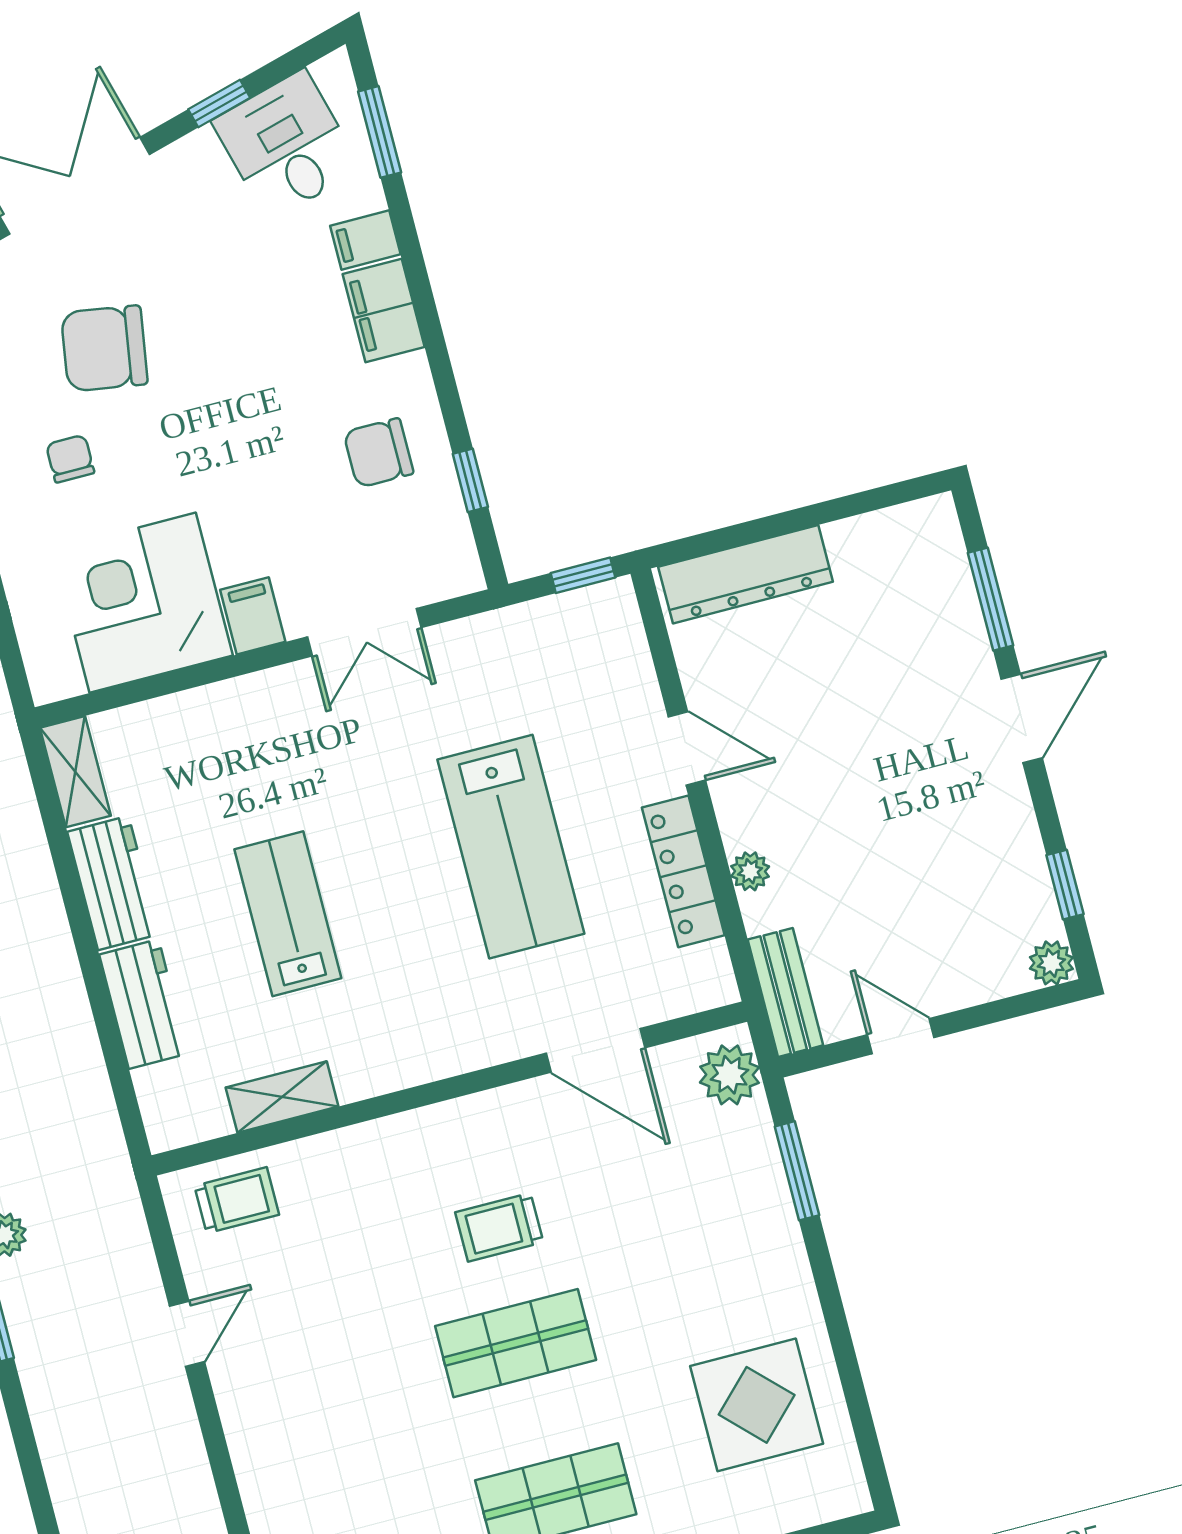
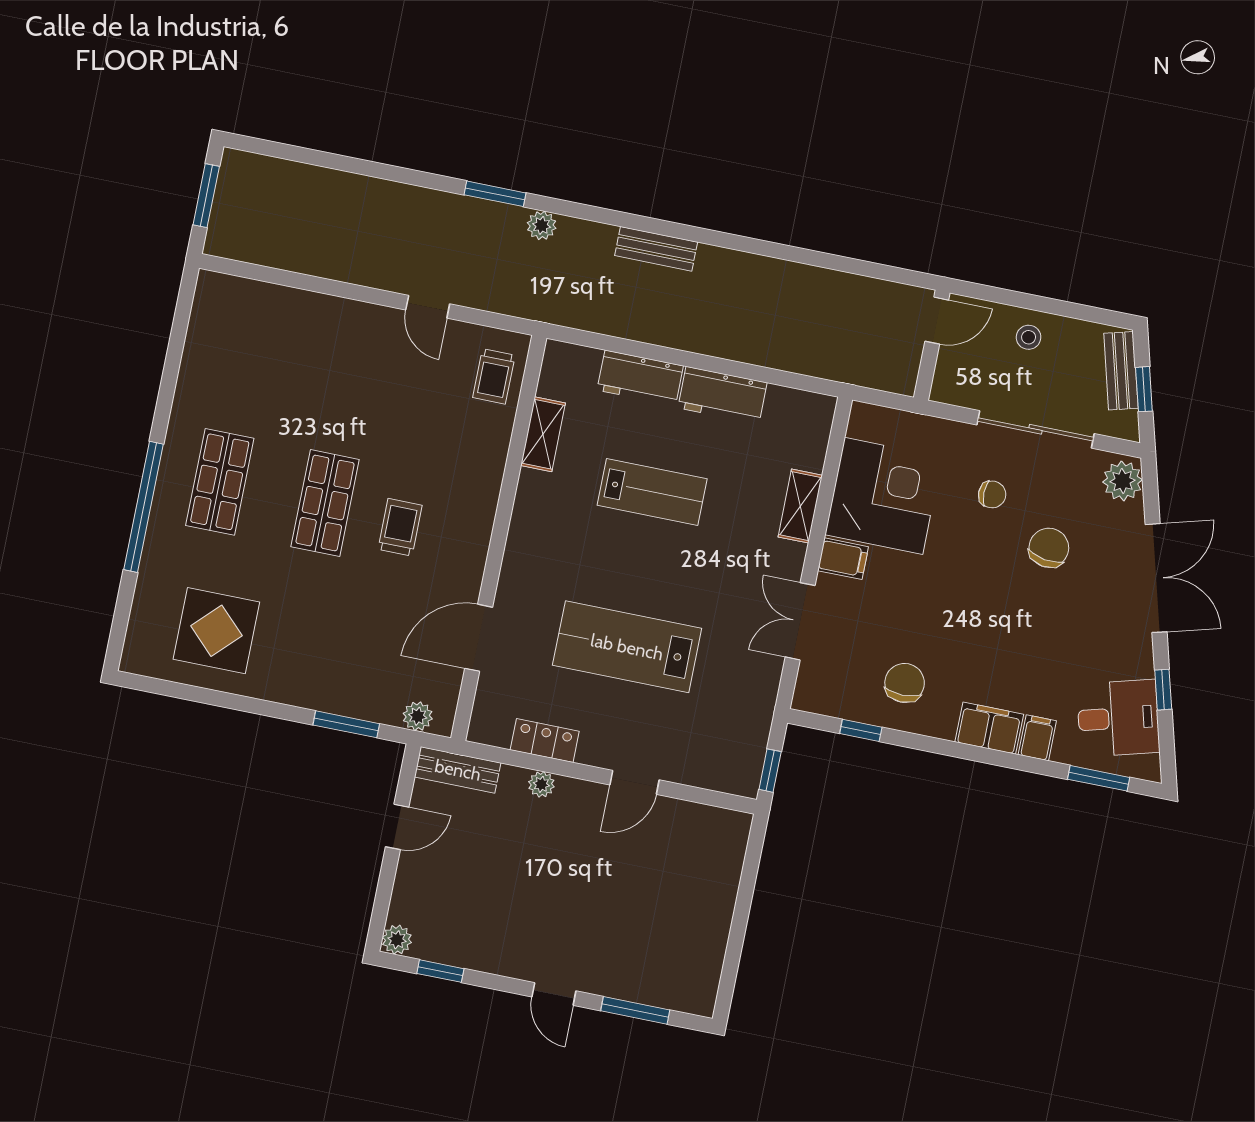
chair: (104, 348) -> (1049, 548), width x0.73, depth x0.73
dresser: (746, 574) -> (723, 869), removed
door: (1022, 718) -> (554, 994), width x0.73
shelving: (75, 772) -> (800, 506), moved, turned 90
locker: (683, 871) -> (545, 741), width x0.66
plant: (730, 1075) -> (418, 716), width x0.73, depth x0.73

